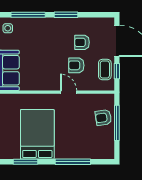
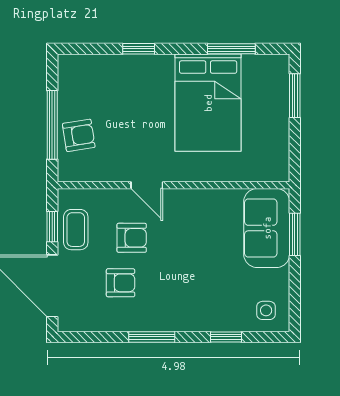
window: (28, 15) -> (226, 337), width x0.46
window: (73, 162) -> (139, 49), width x0.46

